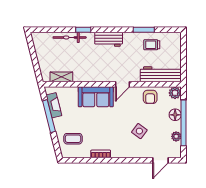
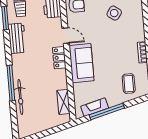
window: (83, 30) -> (11, 83), width x2.17
workbench: (109, 39) -> (17, 38), moved
locker: (103, 77) -> (59, 58), added

